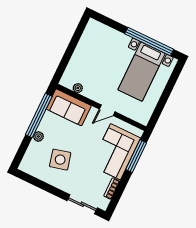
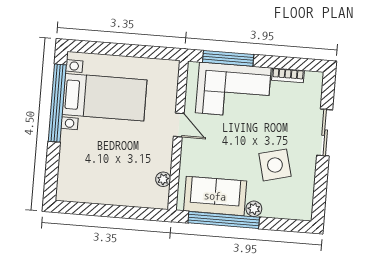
sofa: (69, 107) -> (215, 196), moved, turned -90
sliding door: (82, 204) -> (325, 133), moved

